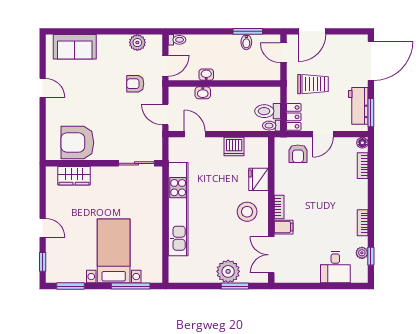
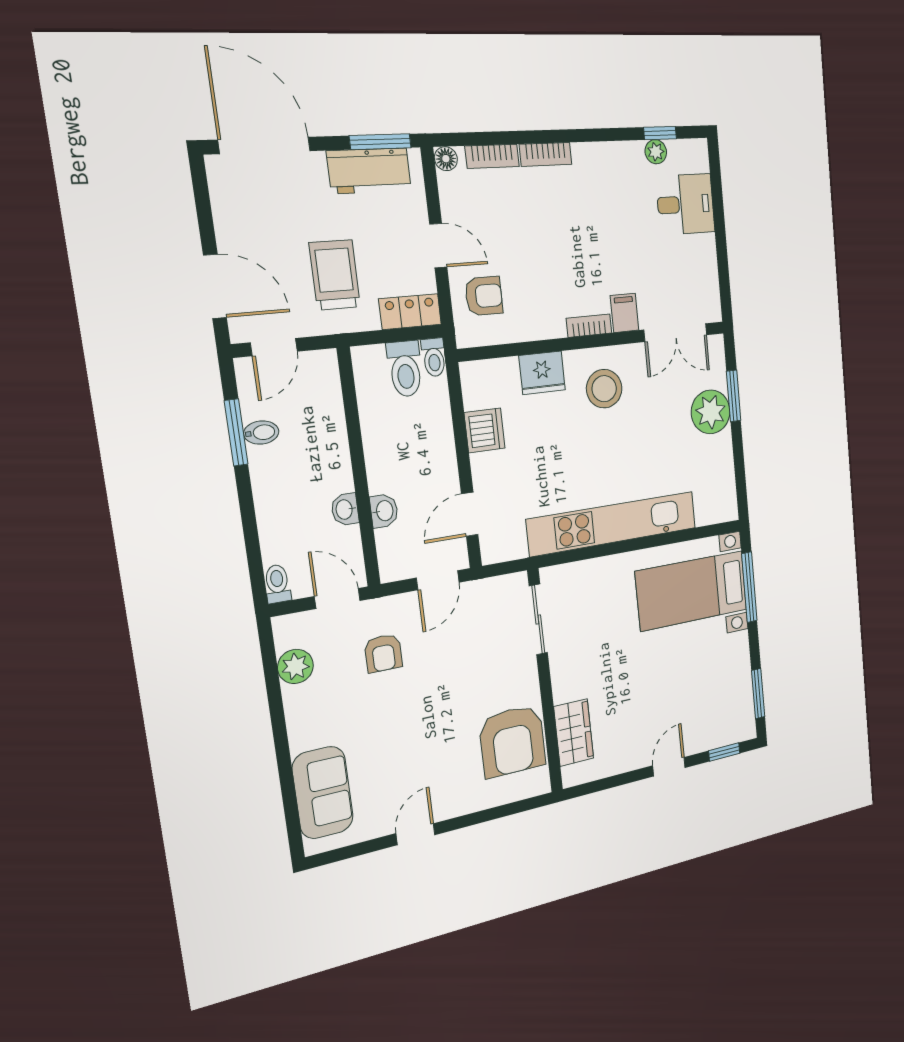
bookcase: (363, 223) -> (546, 154), moved
bed with nightstands: (114, 251) -> (692, 591), moved

